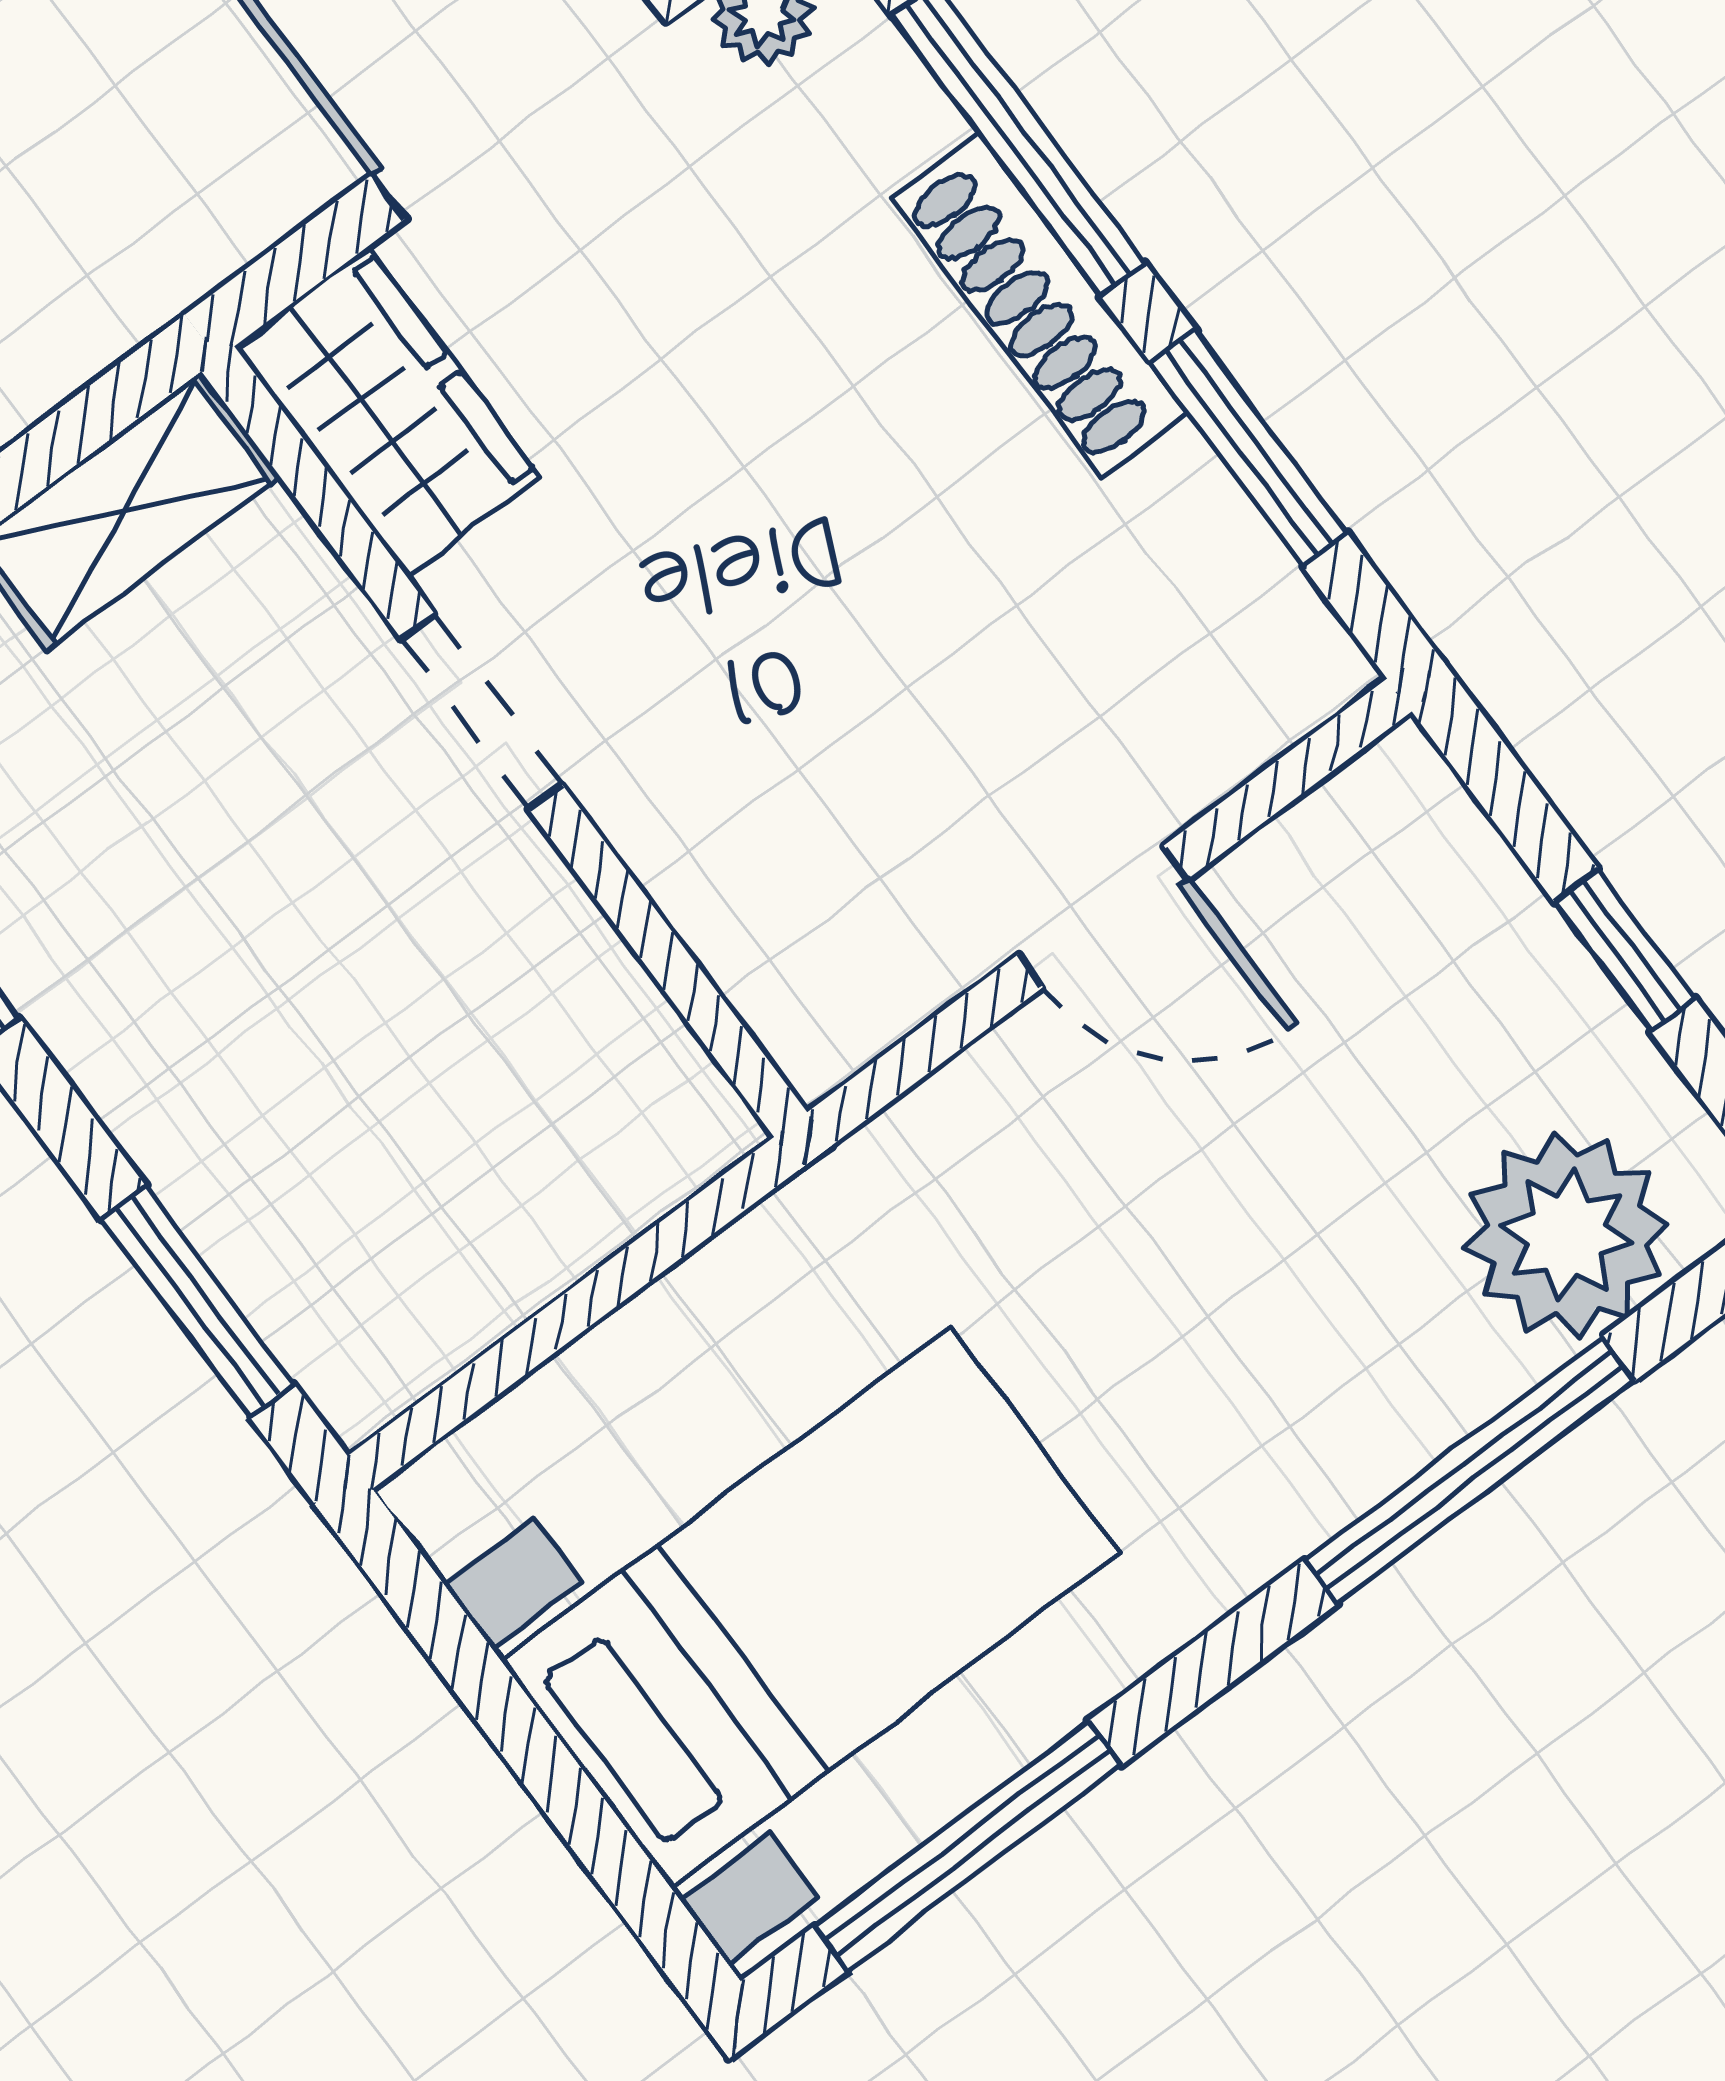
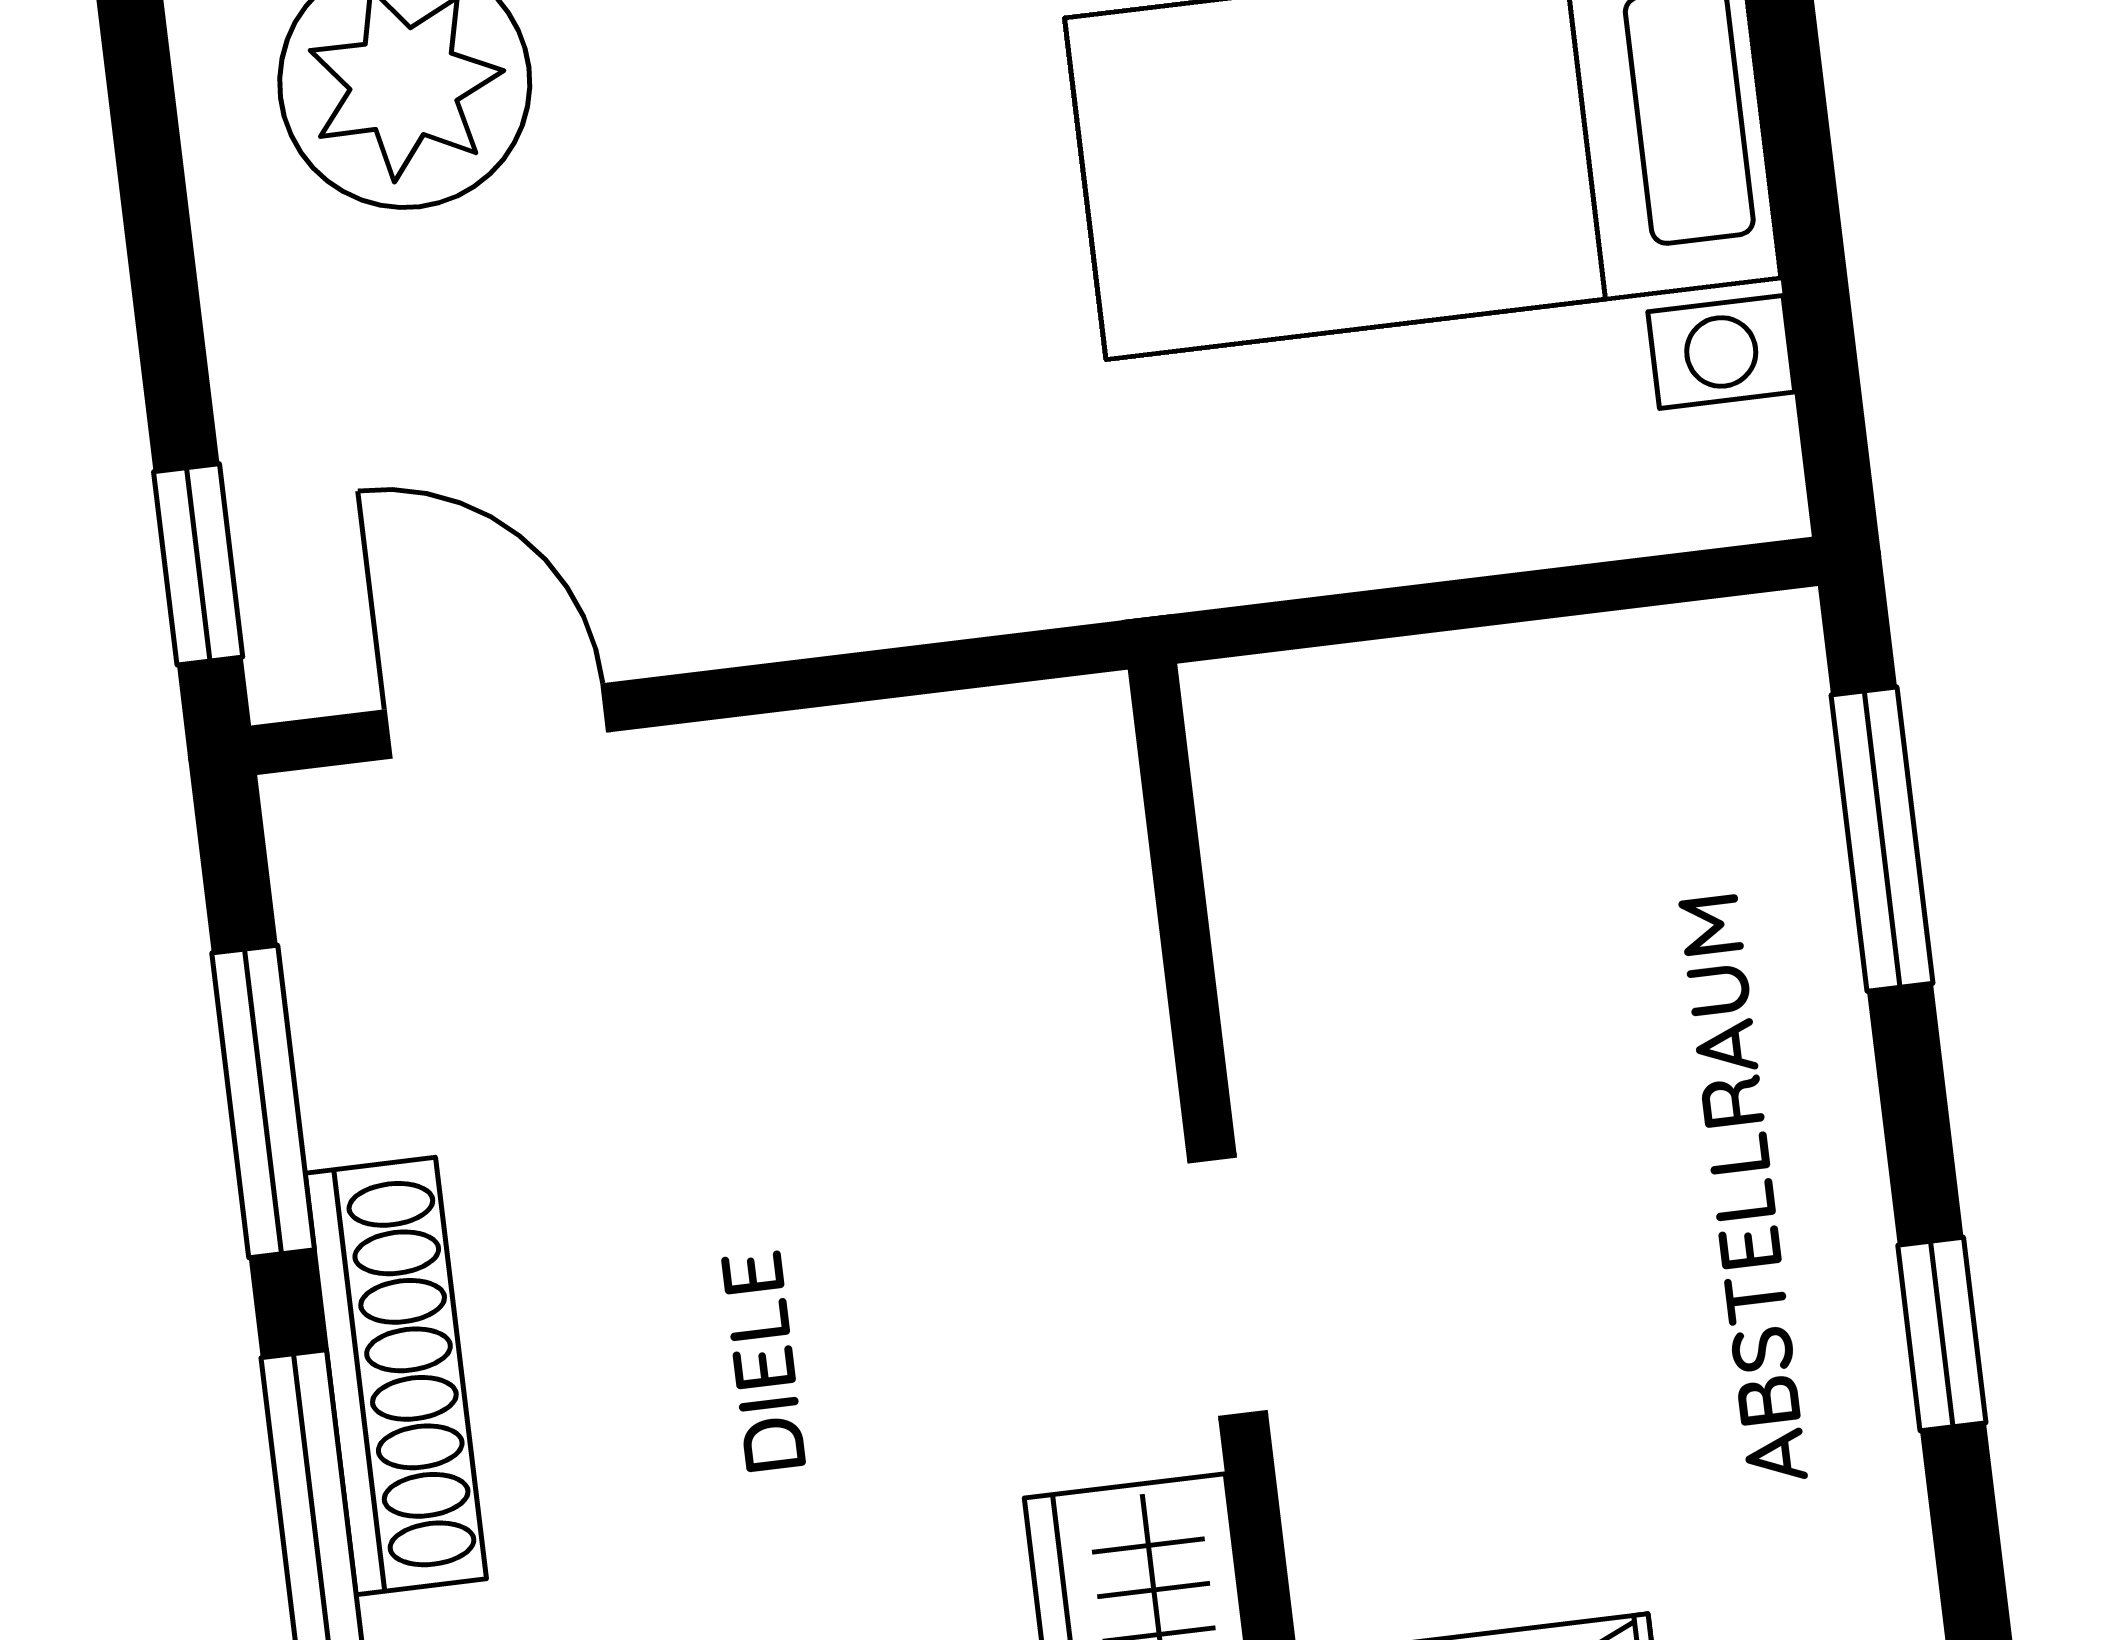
door: (1103, 916) -> (497, 721), moved
window: (1624, 950) -> (198, 564), moved

